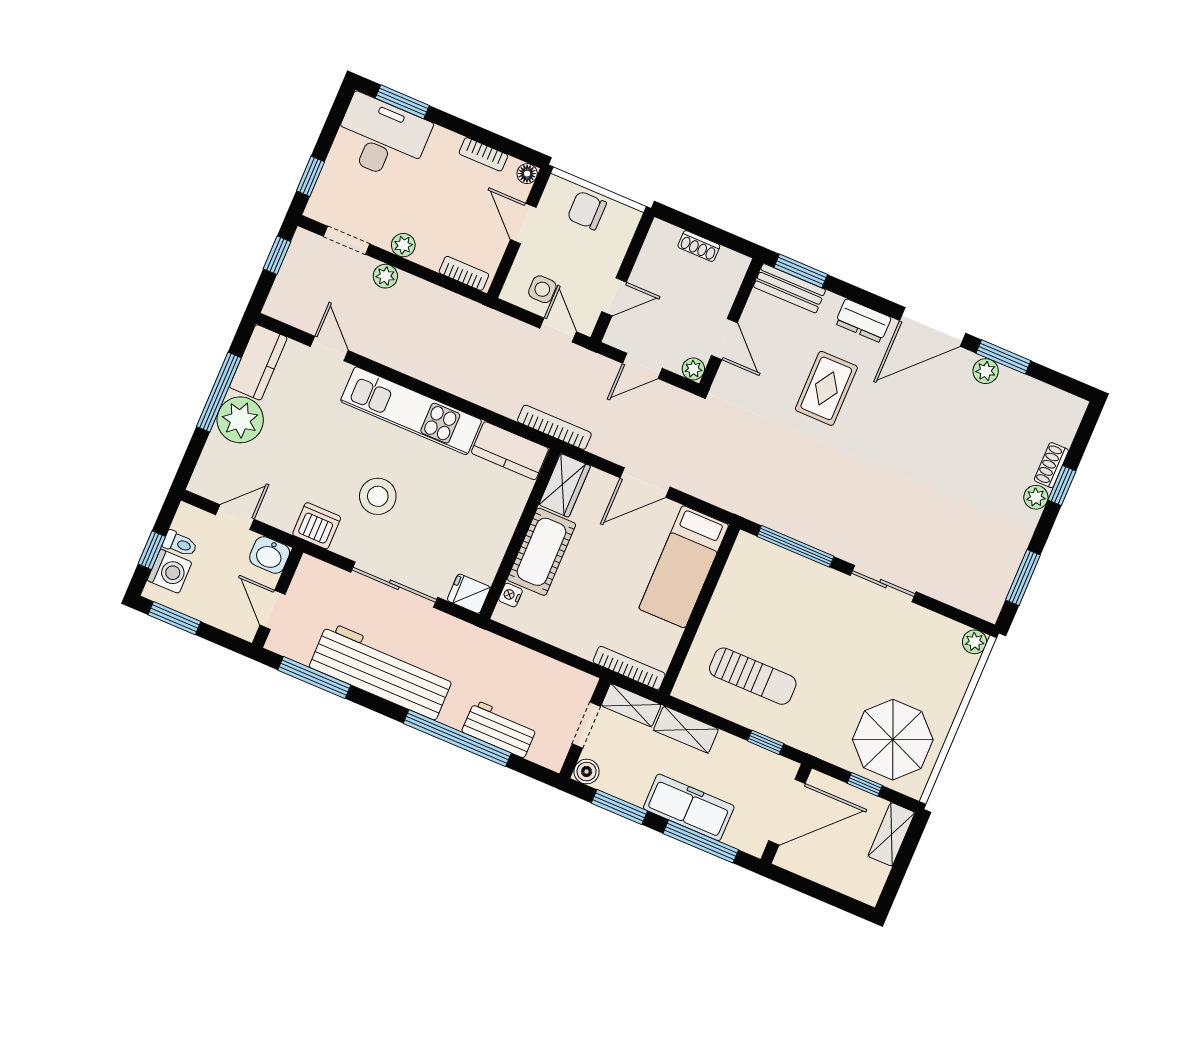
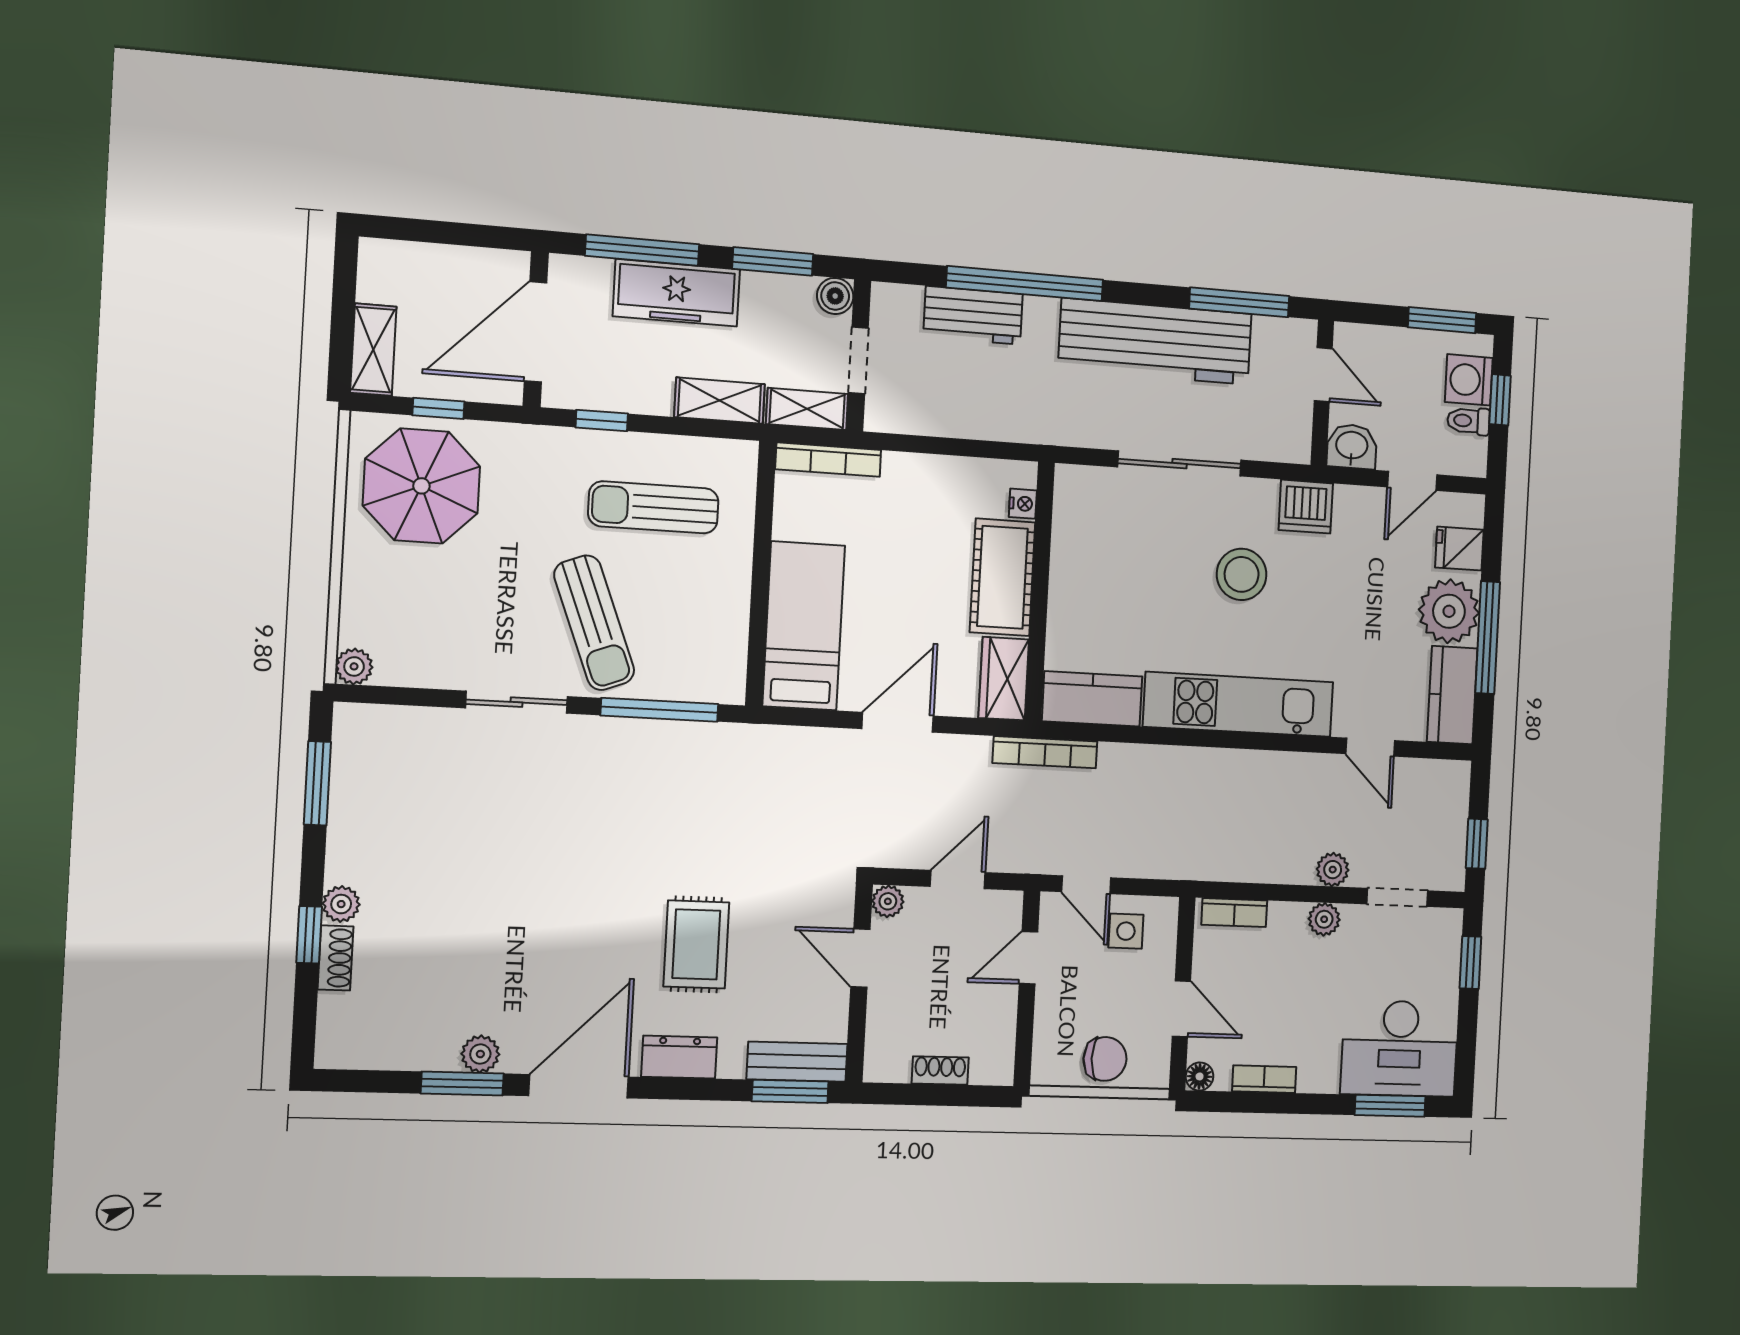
fridge: (469, 594) -> (1459, 549), moved, turned 180
sun lounger: (817, 616) -> (594, 623), added

